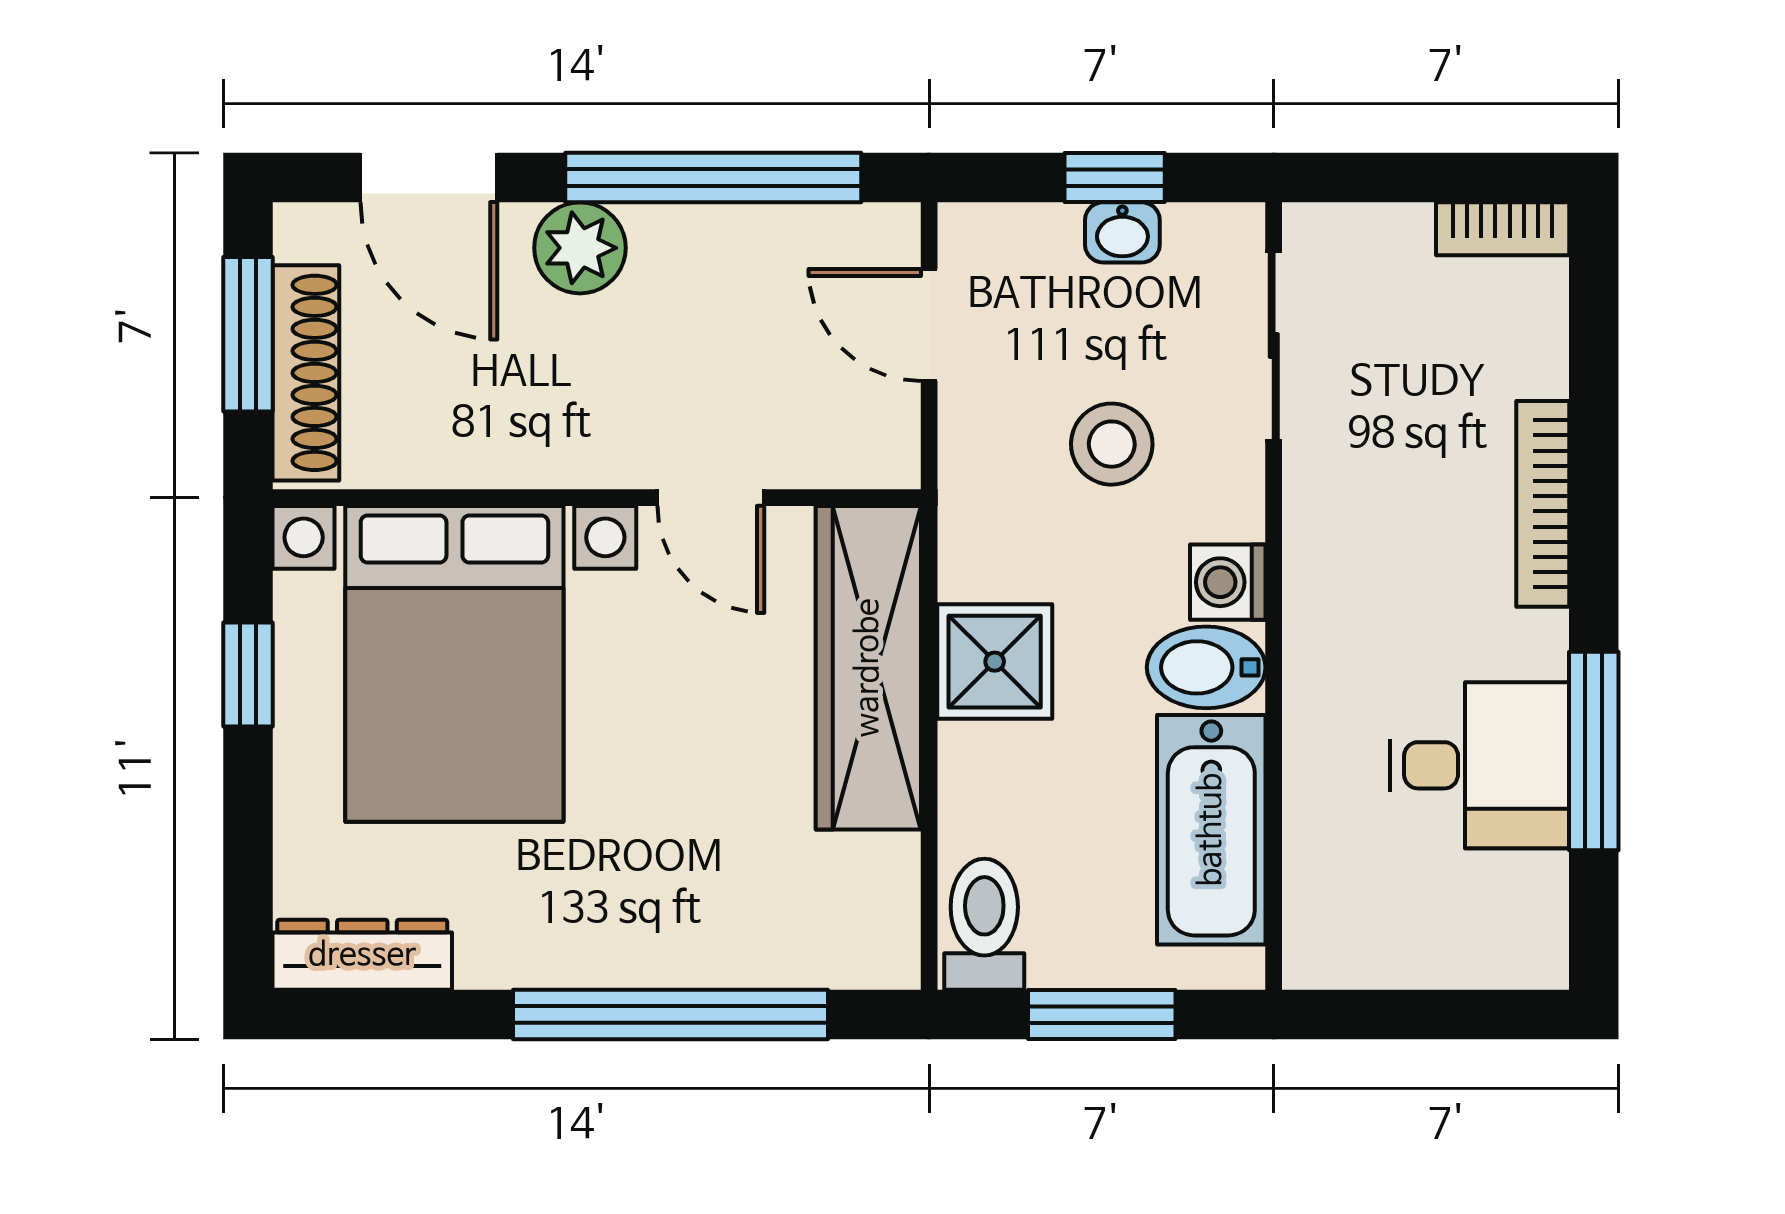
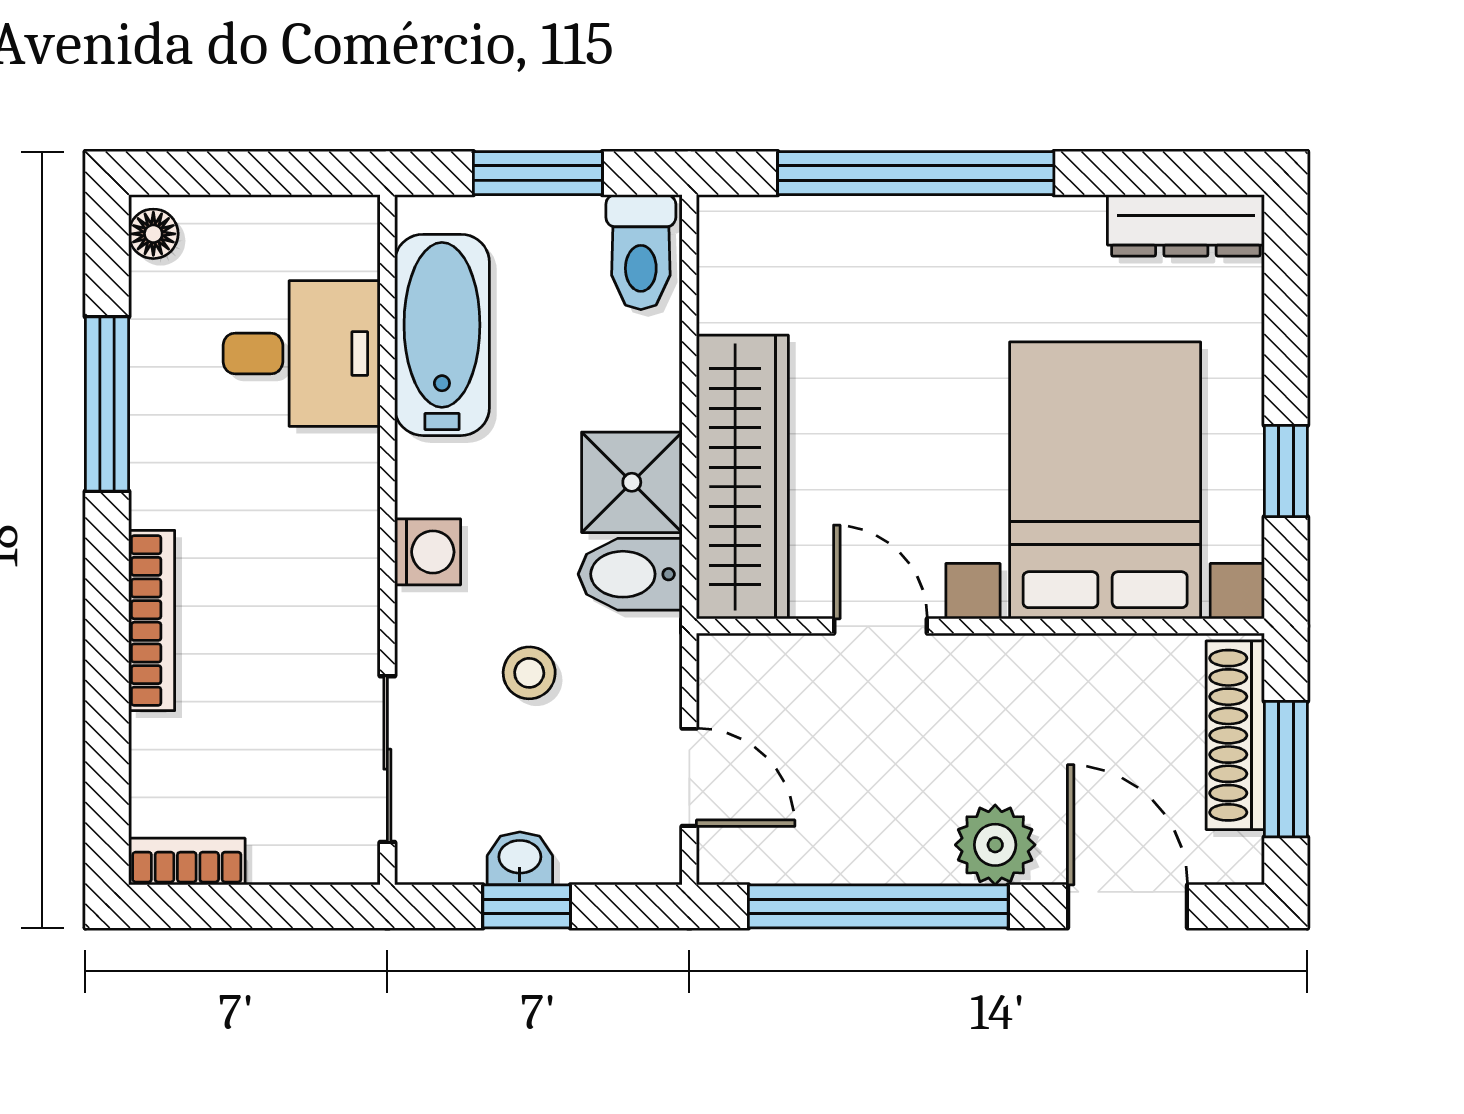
stool: (1112, 444) -> (529, 673), width x0.73, depth x0.73
bidet: (1206, 667) -> (630, 574), moved, turned 180
desk: (1479, 765) -> (302, 353), moved, turned 180
floor lamp: (1541, 945) -> (153, 234), added

